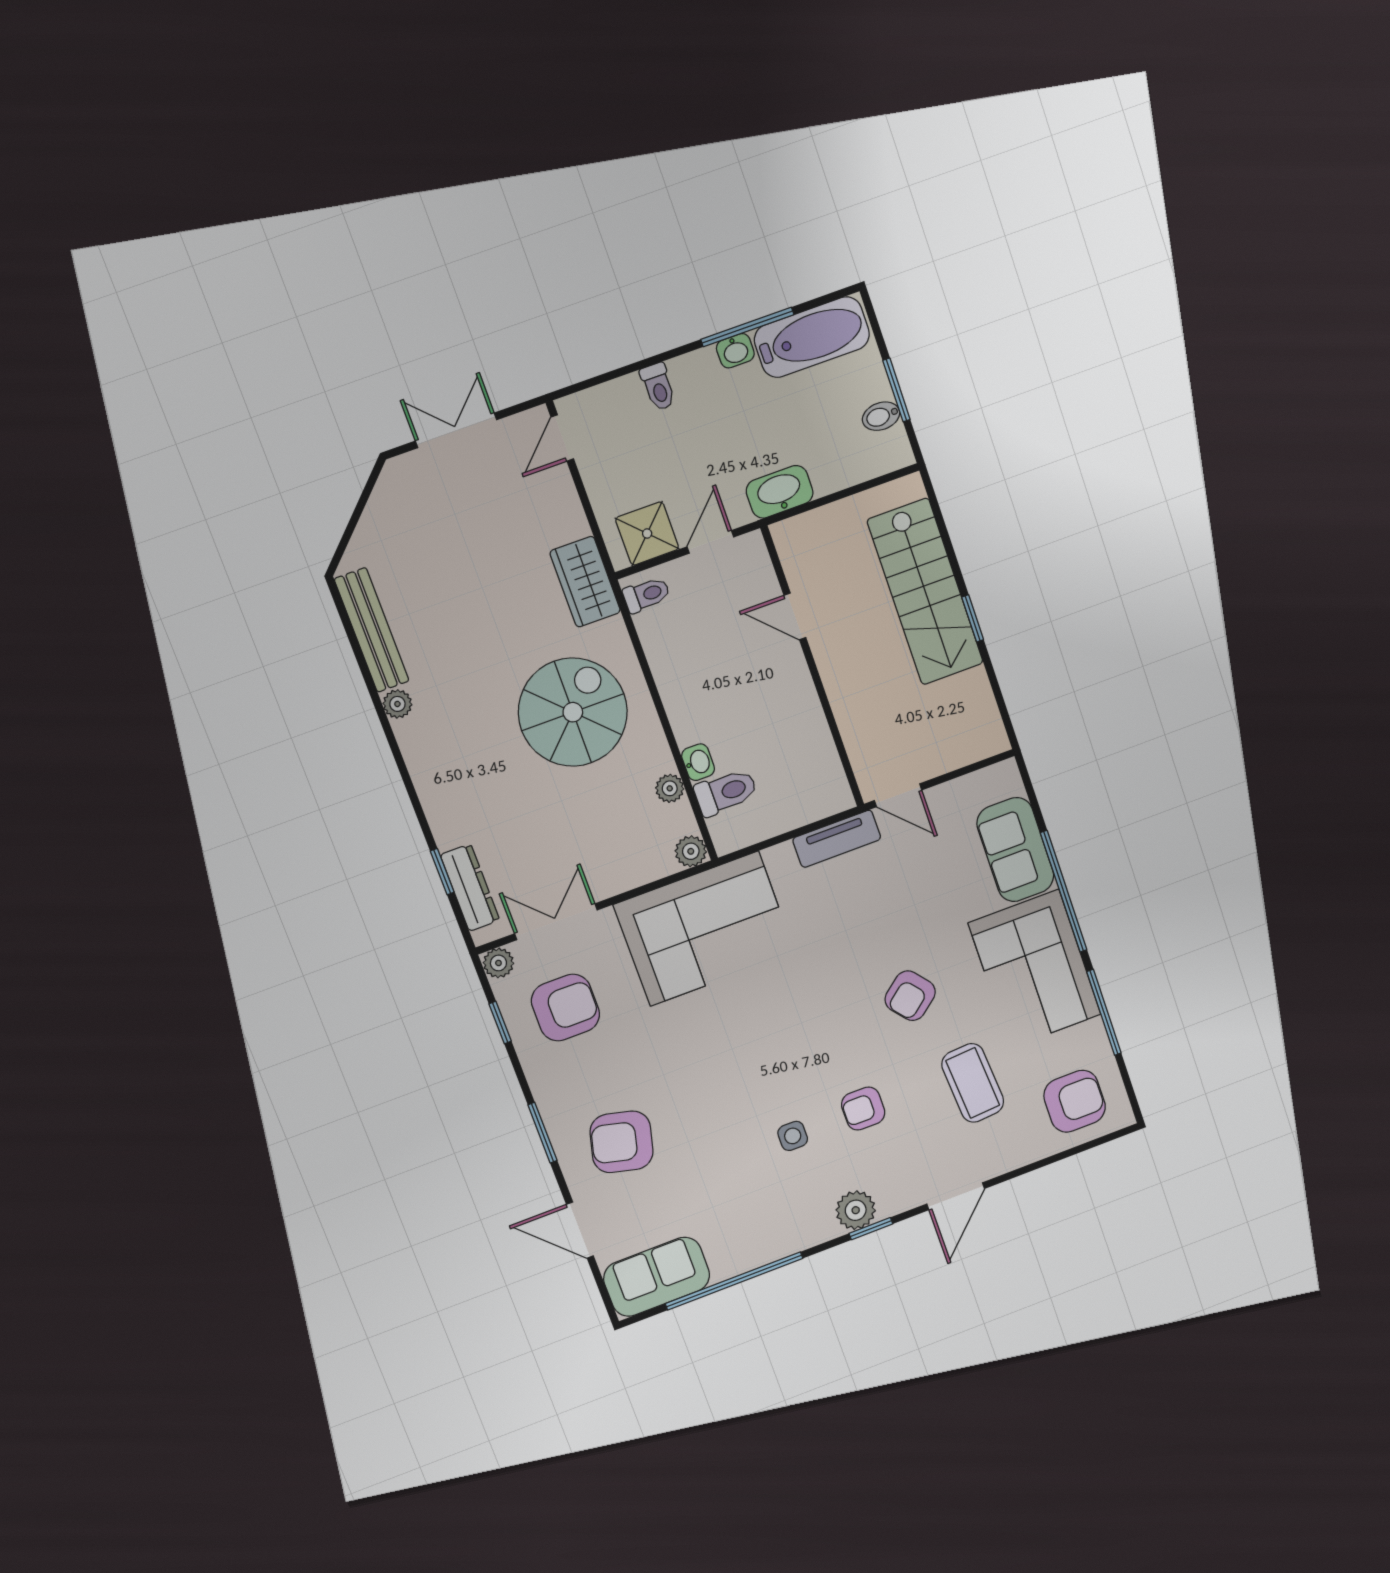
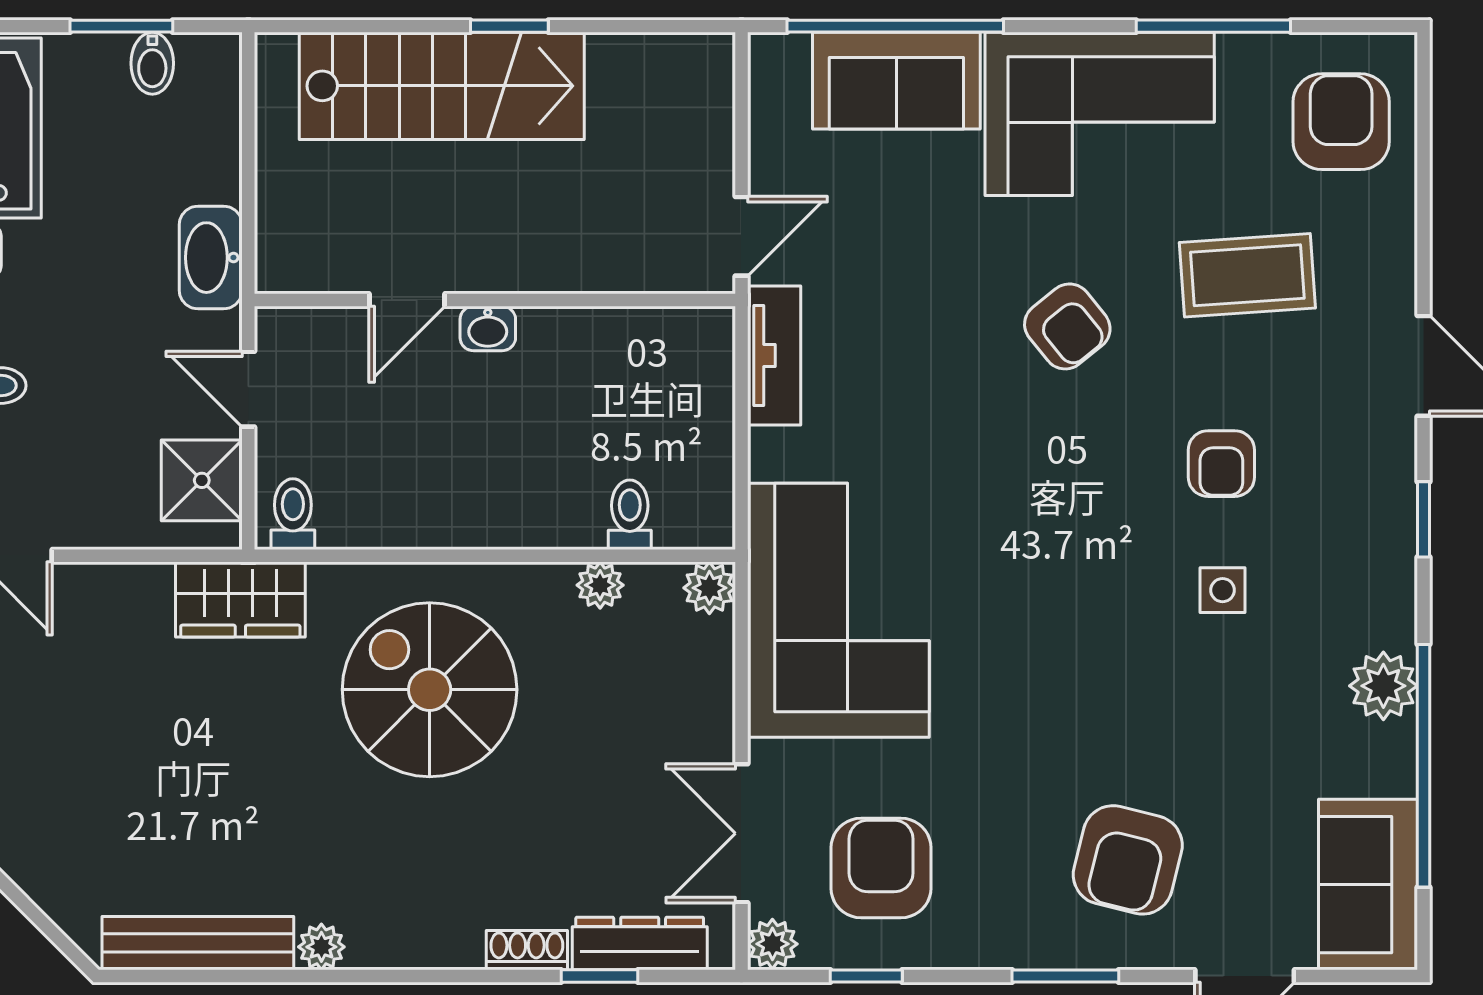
washbasin: (698, 762) -> (488, 329), moved, turned 180
toilet: (726, 792) -> (630, 515), width x0.73, depth x0.72
shoe rack: (441, 824) -> (527, 950), added
window: (1064, 891) -> (895, 26), moved
plant: (856, 1210) -> (1383, 686), moved

